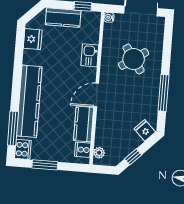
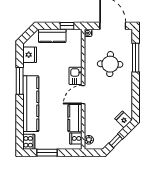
kitchen sink: (90, 55) -> (75, 76), moved
round table: (134, 59) -> (110, 64), turned 36
window: (163, 93) -> (136, 58), moved
window: (13, 128) -> (20, 81), moved

